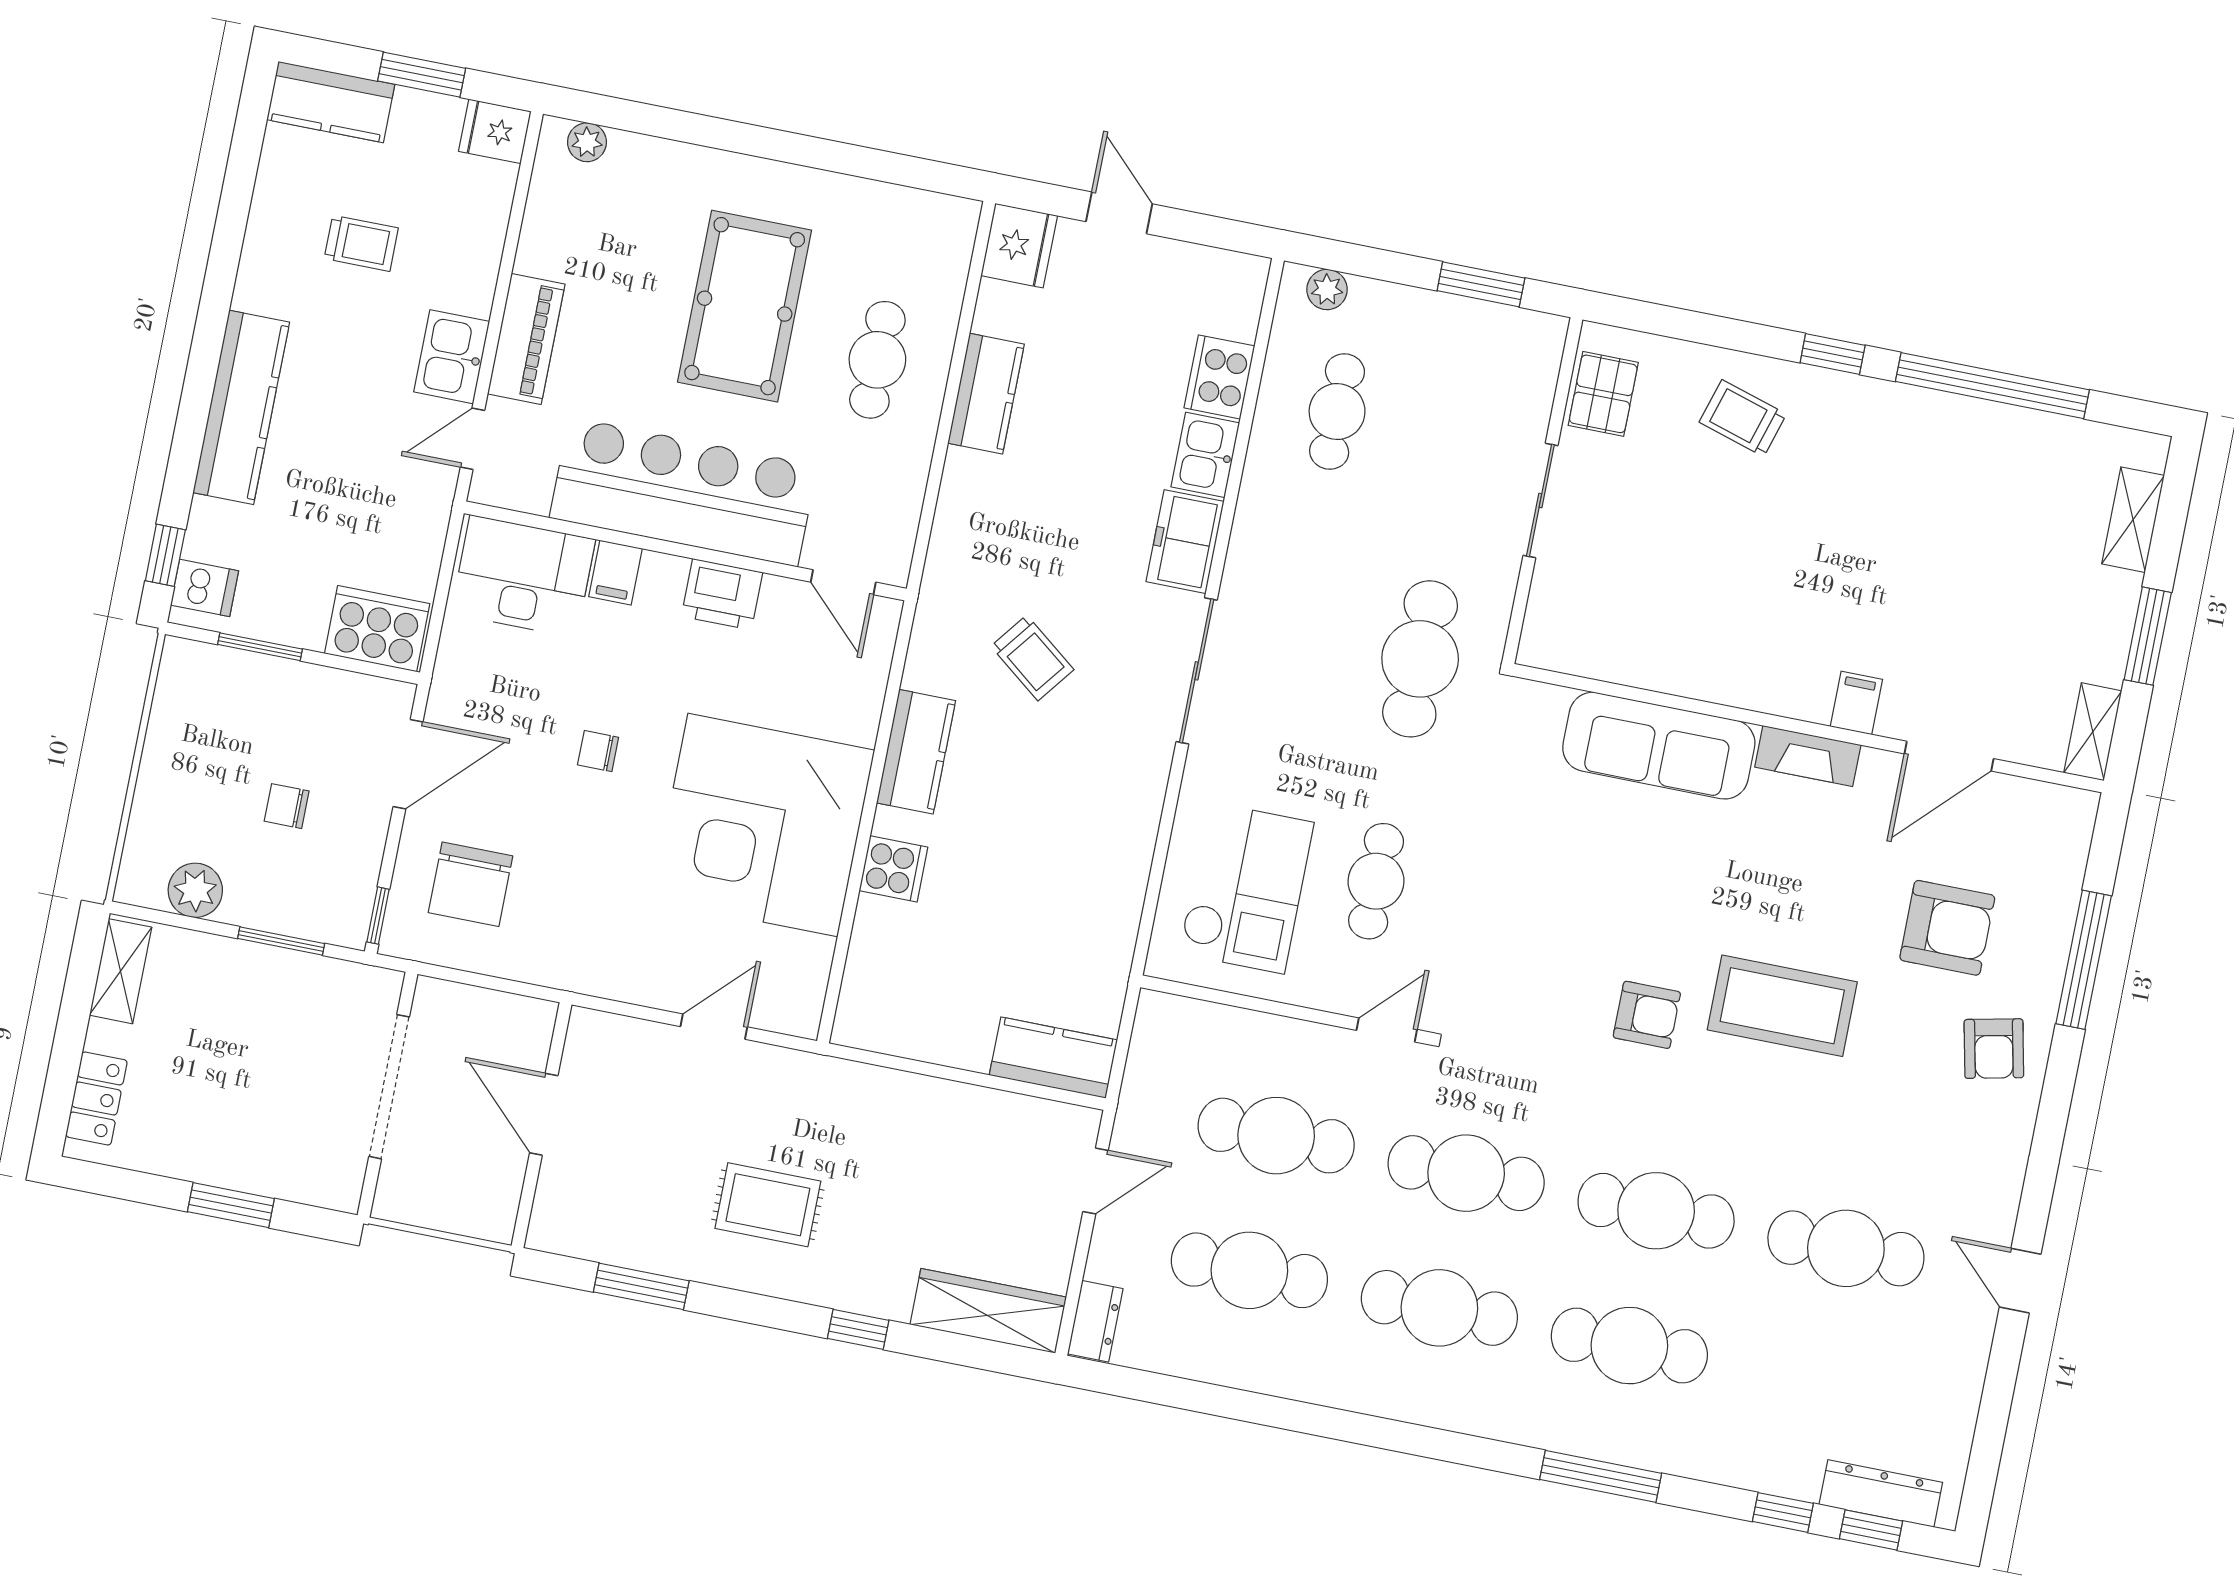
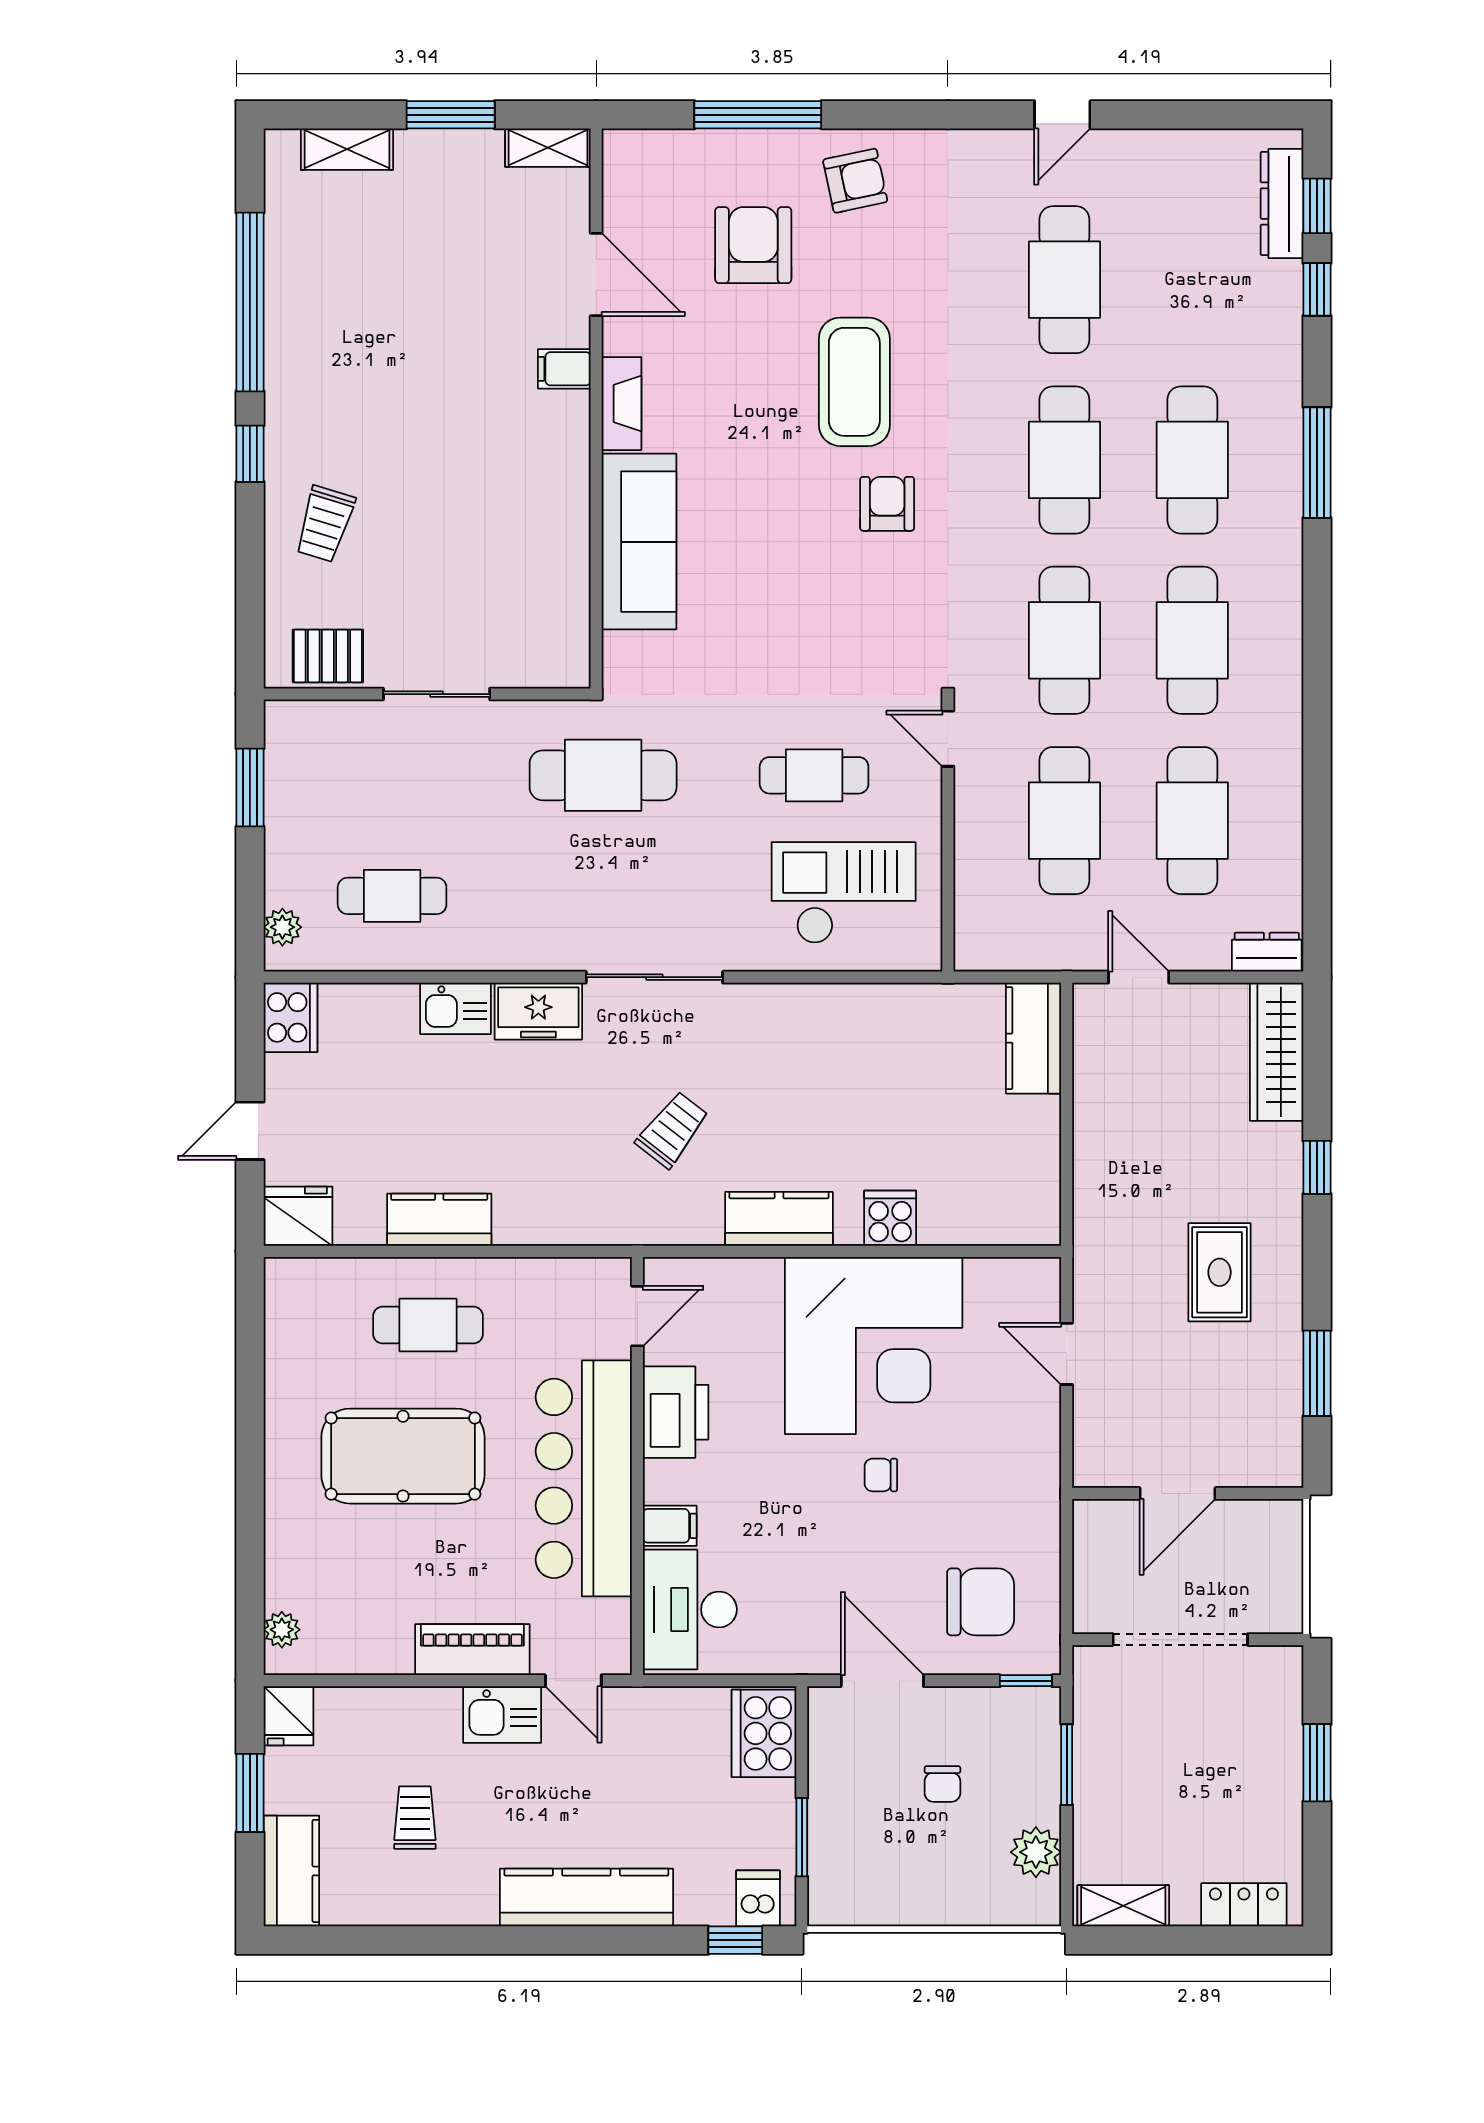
cooker: (1219, 377) -> (290, 1017), moved, turned -90
printer: (722, 594) -> (676, 1412), width x1.37, depth x1.19
chair: (598, 751) -> (881, 1475), moved, turned 90

